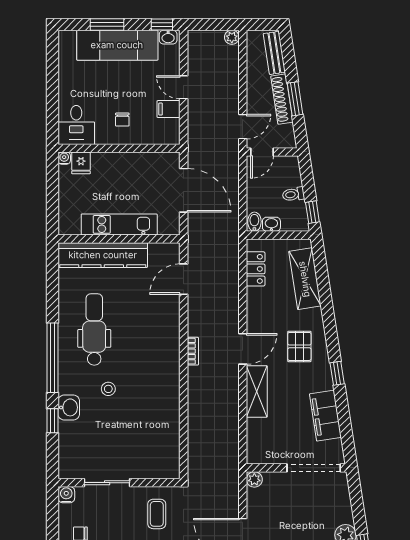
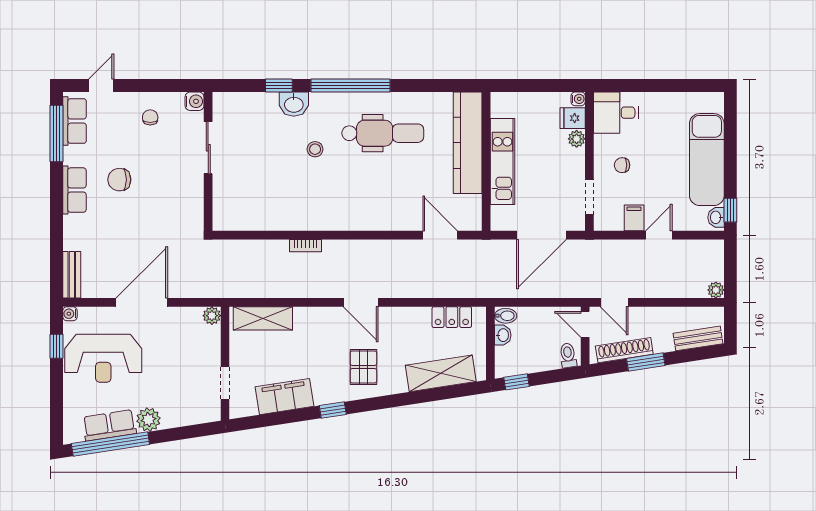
window: (107, 25) -> (730, 148), removed
shoe rack: (282, 99) -> (624, 350), moved
doorway: (150, 148) -> (589, 197), added
plant: (99, 159) -> (577, 139), added
toilet: (293, 194) -> (568, 355), moved
pallet: (299, 346) -> (363, 367), turned 90
bookcase: (193, 351) -> (305, 246), moved
shelving: (257, 391) -> (263, 318), moved
doorway: (314, 468) -> (225, 383), width x0.53
coffee table: (157, 514) -> (173, 204), removed

